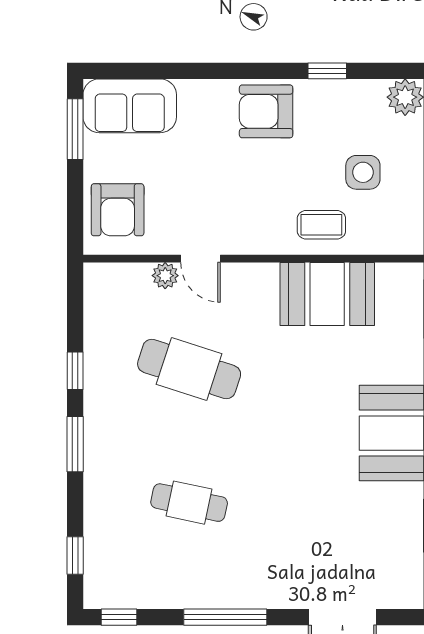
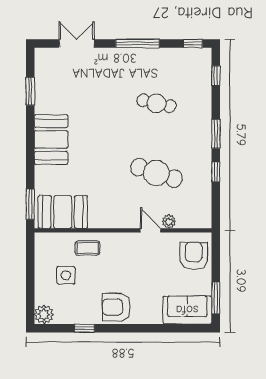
armchair: (266, 111) -> (116, 307), turned 180
booth: (327, 294) -> (63, 212), moved

